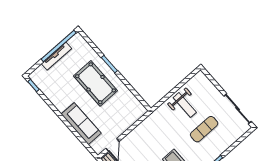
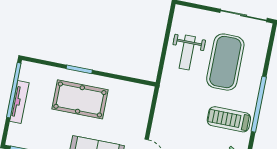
weight bench: (185, 105) -> (187, 52), turned 90
exercise mat: (204, 129) -> (225, 62), width x2.00, depth x1.45

